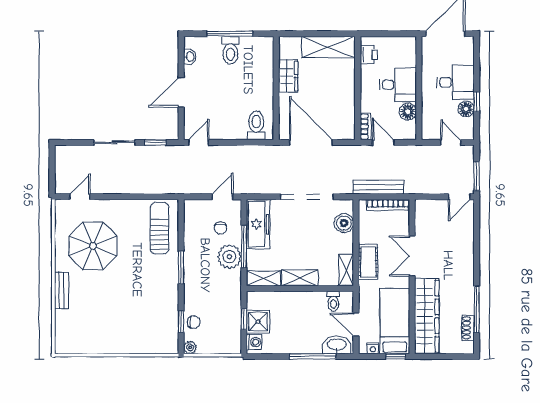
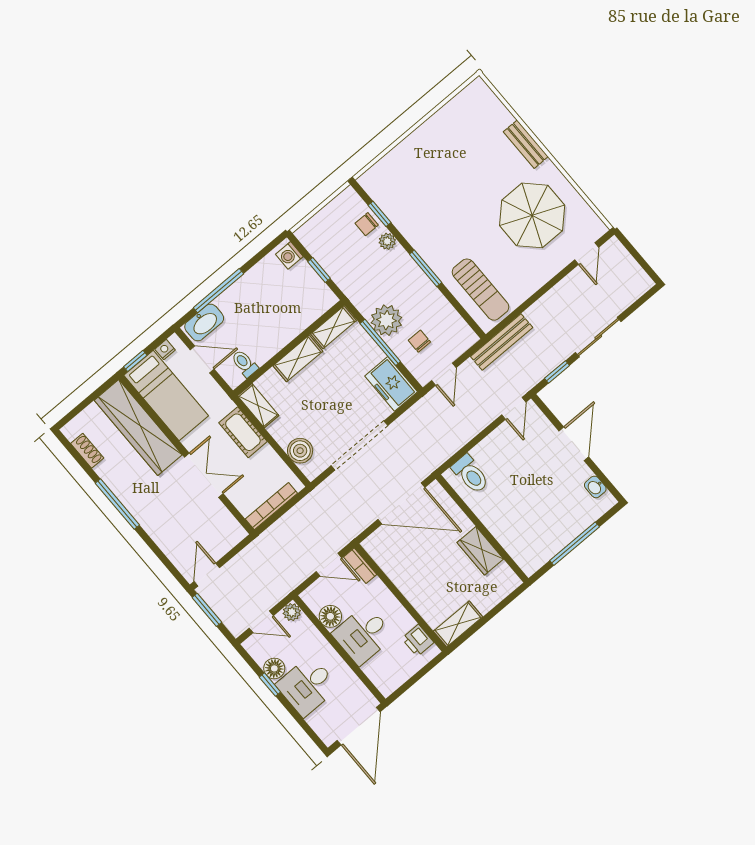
shelving: (328, 47) -> (458, 624), width x0.67, depth x0.75
toilet: (230, 50) -> (560, 528), removed
plant: (428, 133) -> (292, 612), added
bench: (378, 187) -> (502, 342), moved
freezer: (258, 224) -> (391, 384), width x0.71
window: (477, 309) -> (117, 504), moved
shower: (258, 322) -> (303, 279), removed
plant: (190, 347) -> (387, 241), moved

